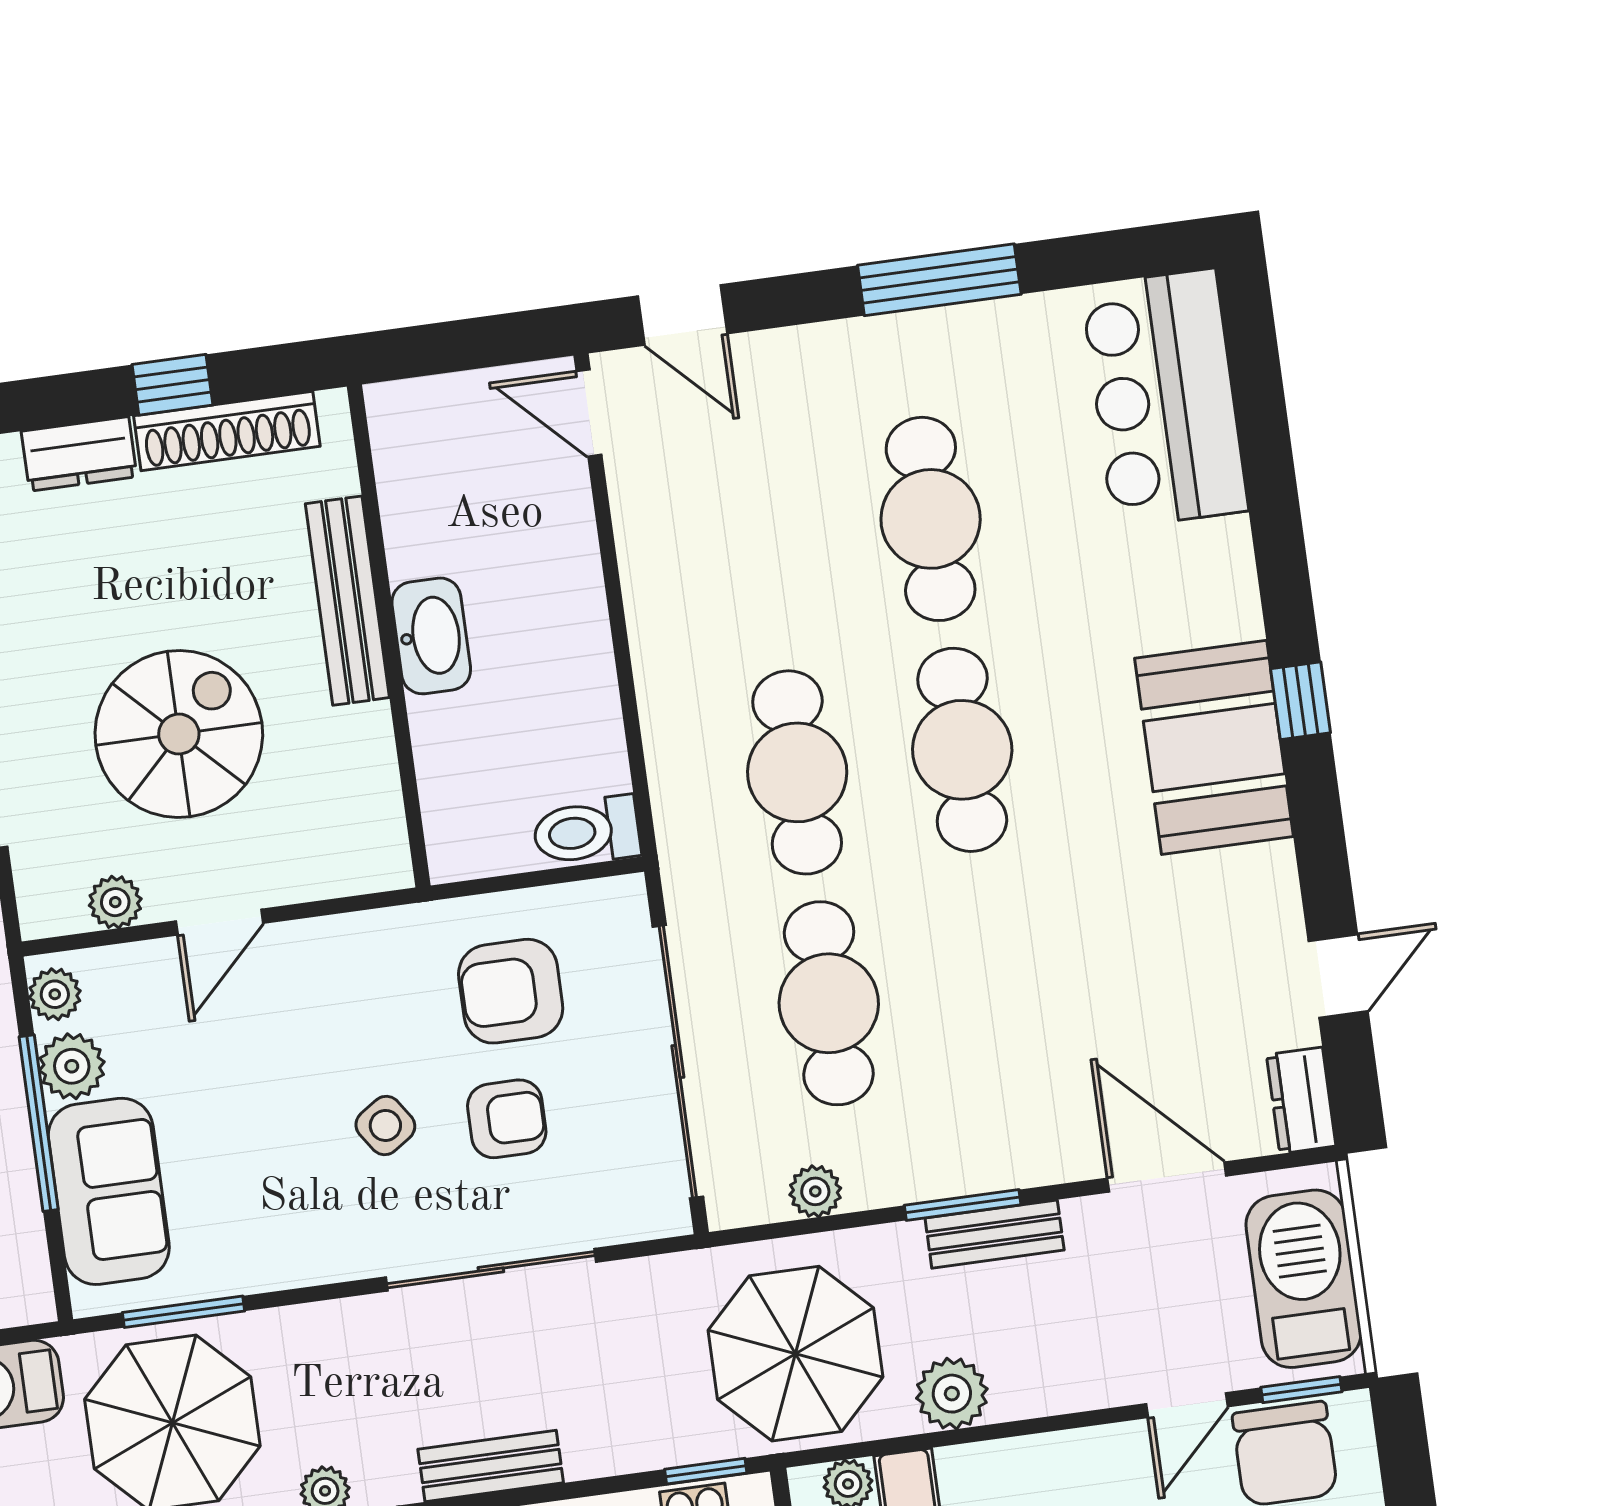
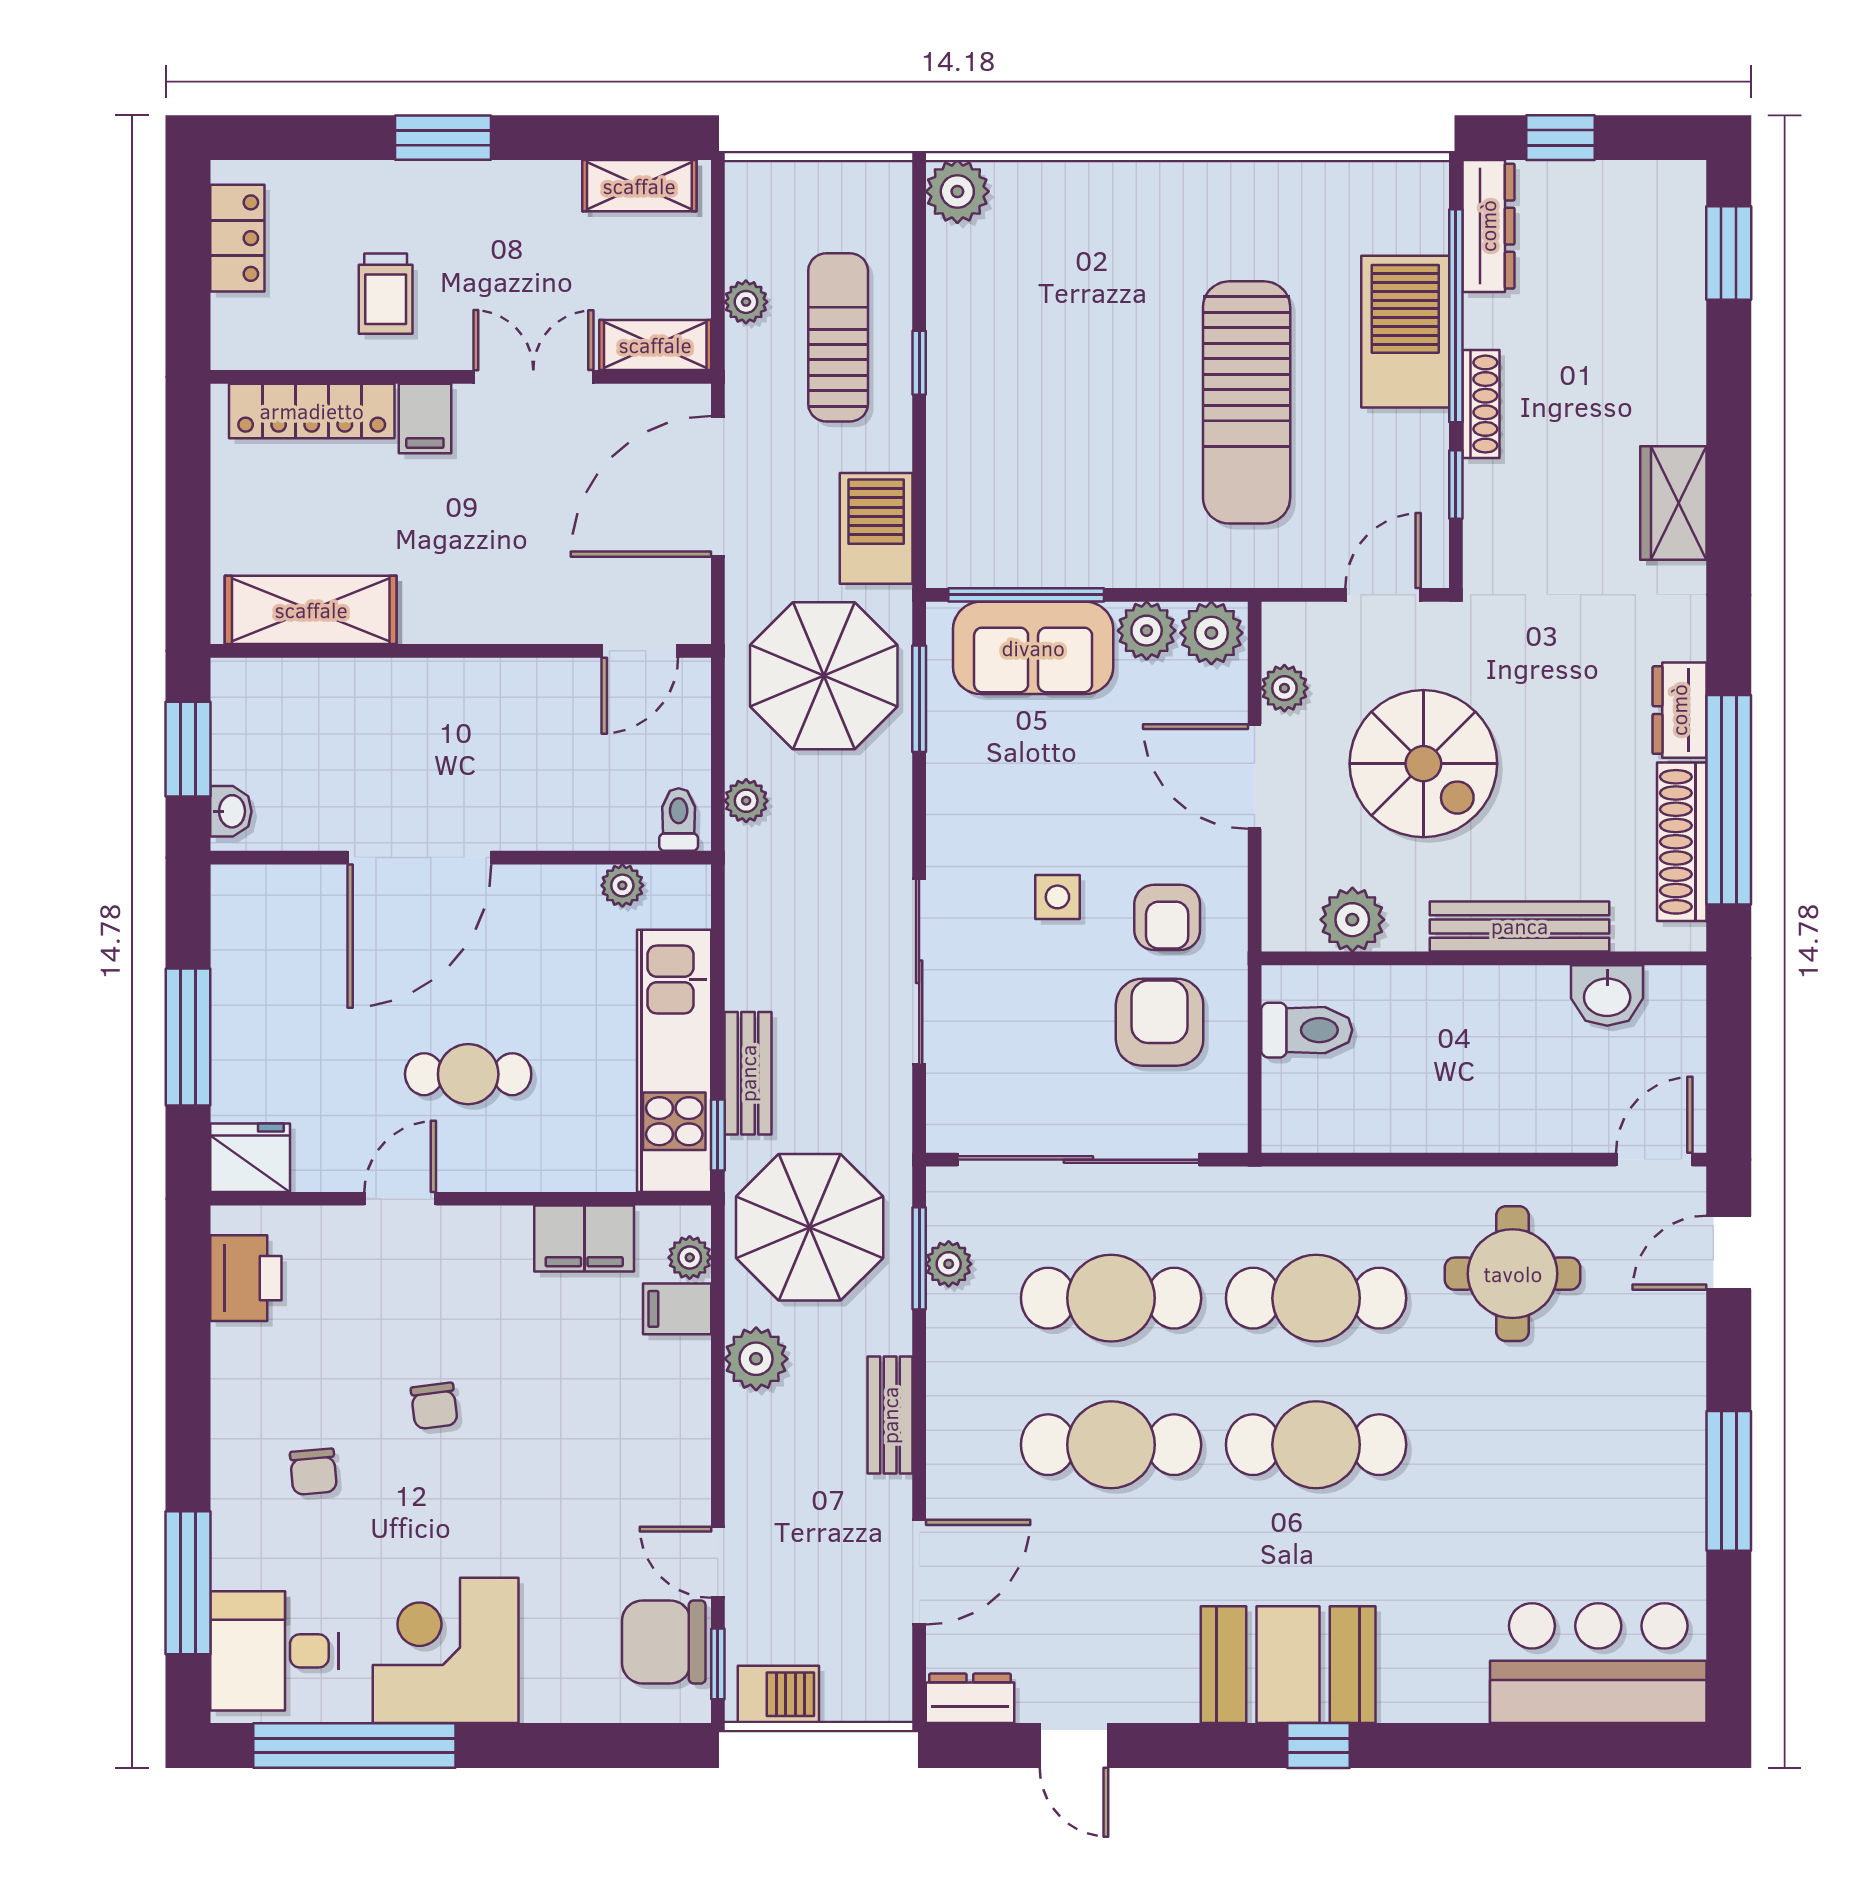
window: (172, 385) -> (1729, 800), width x3.17
cafe table: (931, 519) -> (1111, 1445), moved
round table: (739, 555) -> (1513, 1274), added
washbasin: (431, 636) -> (1607, 995), moved, width x0.72
plant: (365, 790) -> (1352, 920), added
toilet: (587, 831) -> (1307, 1030), moved, turned 90
door: (219, 922) -> (1255, 777), width x1.38
plant: (55, 994) -> (1211, 633), width x1.38, depth x1.38
armchair: (507, 1119) -> (1167, 917), moved
window: (39, 1123) -> (1026, 595), moved
side table: (385, 1125) -> (1057, 897), turned 34
window: (963, 1205) -> (919, 1258), moved
barbecue: (1304, 1279) -> (778, 1694), width x0.53, depth x0.65
bench: (491, 1466) -> (748, 1073), moved

